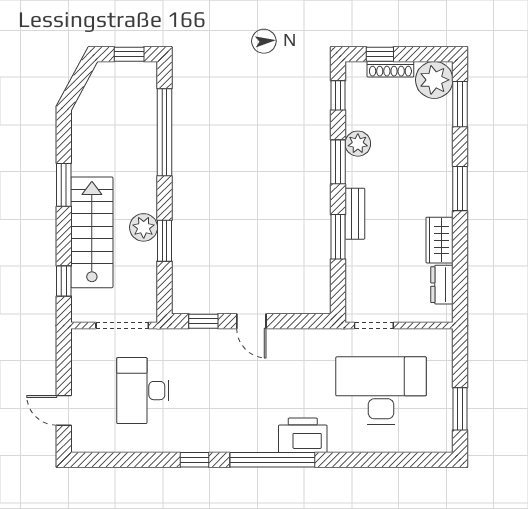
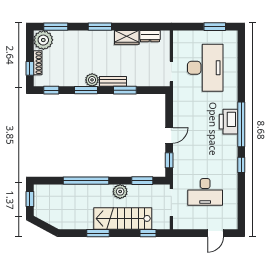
window: (165, 132) -> (86, 181), moved
plant: (358, 144) -> (92, 80), moved
window: (165, 241) -> (142, 181), moved
desk: (381, 391) -> (205, 68), turned 180
printer: (303, 435) -> (228, 122), moved

